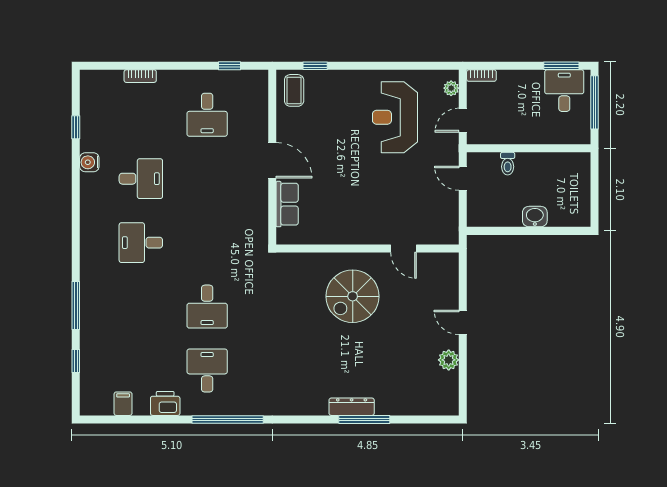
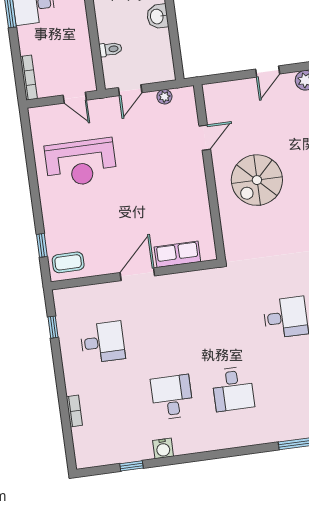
bookcase: (481, 76) -> (29, 78), width x1.56
plant: (451, 88) -> (164, 97), moved
spiral stairs: (353, 296) -> (257, 180), turned 90

